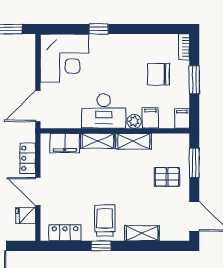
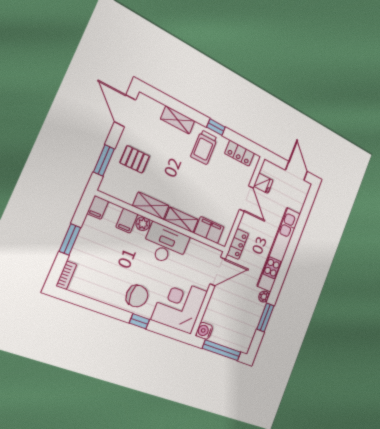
water cooler: (27, 42) -> (204, 331), added
chair: (158, 74) -> (137, 296), moved
locker: (28, 158) -> (238, 244), moved

